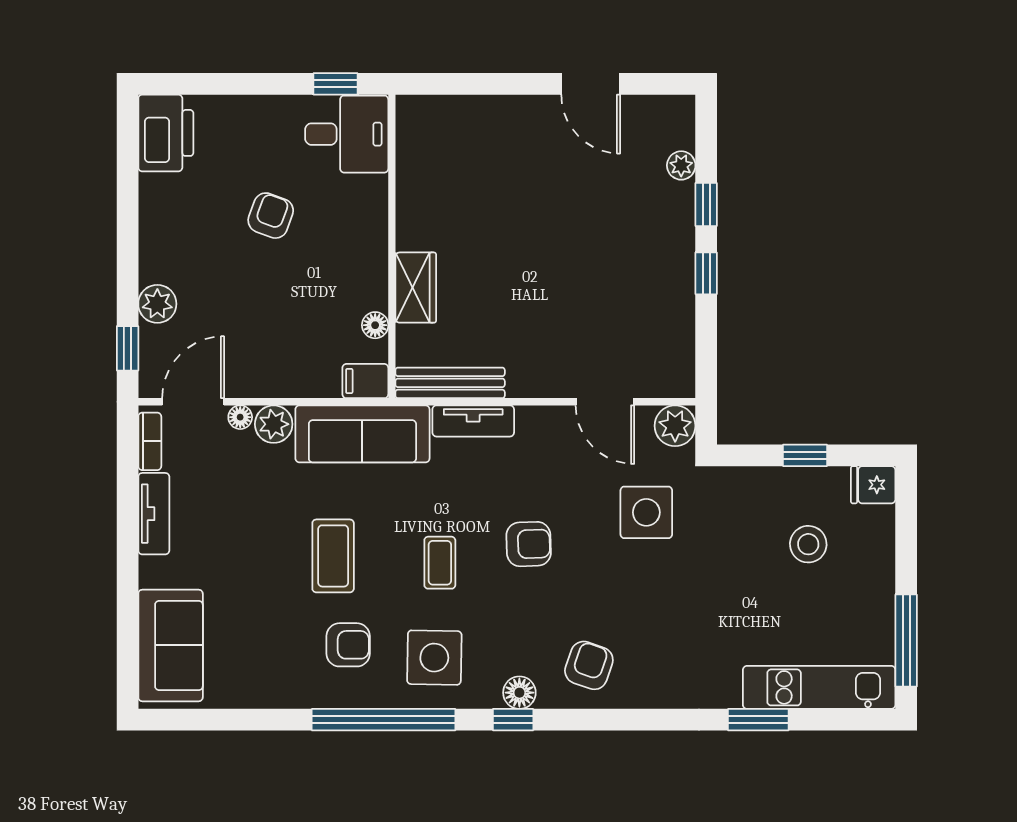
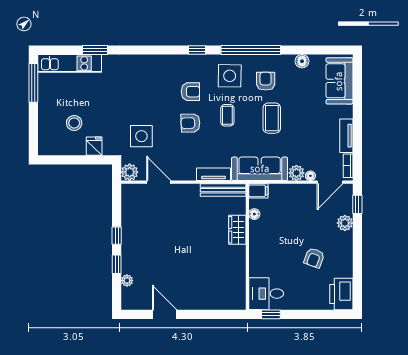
armchair: (271, 216) -> (314, 258), moved
window: (805, 455) -> (75, 160), removed
fridge: (873, 485) -> (94, 146), moved, turned -90
armchair: (348, 645) -> (266, 81), turned 90
armchair: (589, 665) -> (190, 92), moved, turned -109
floor lamp: (519, 693) -> (302, 61), moved

